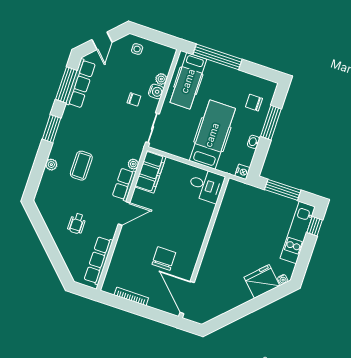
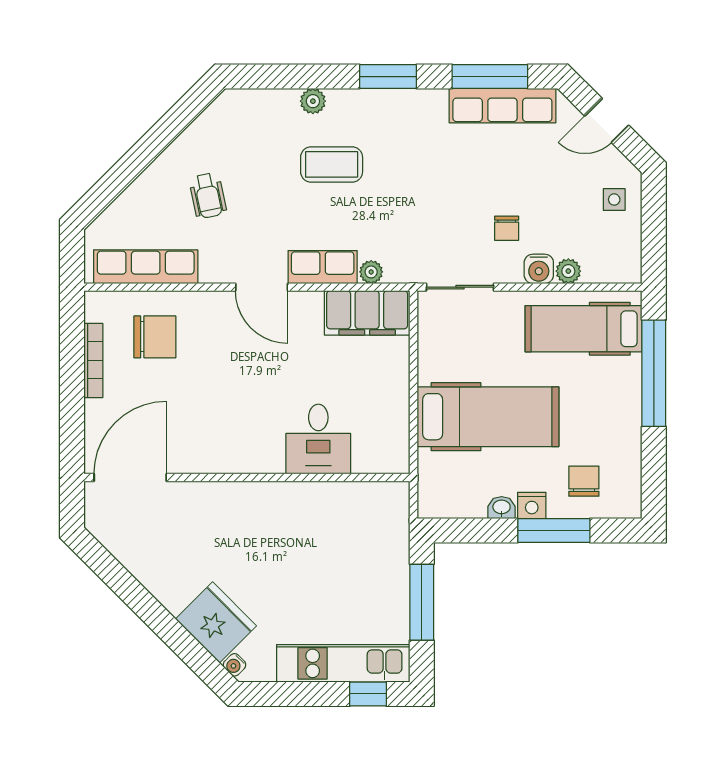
nightstand: (242, 172) -> (532, 505), moved
desk: (206, 185) -> (318, 439), moved
wheelchair: (77, 223) -> (208, 196), turned -102
chair: (164, 258) -> (155, 337), moved

